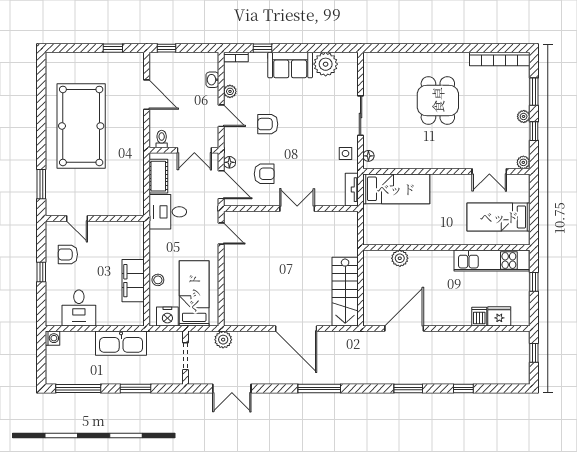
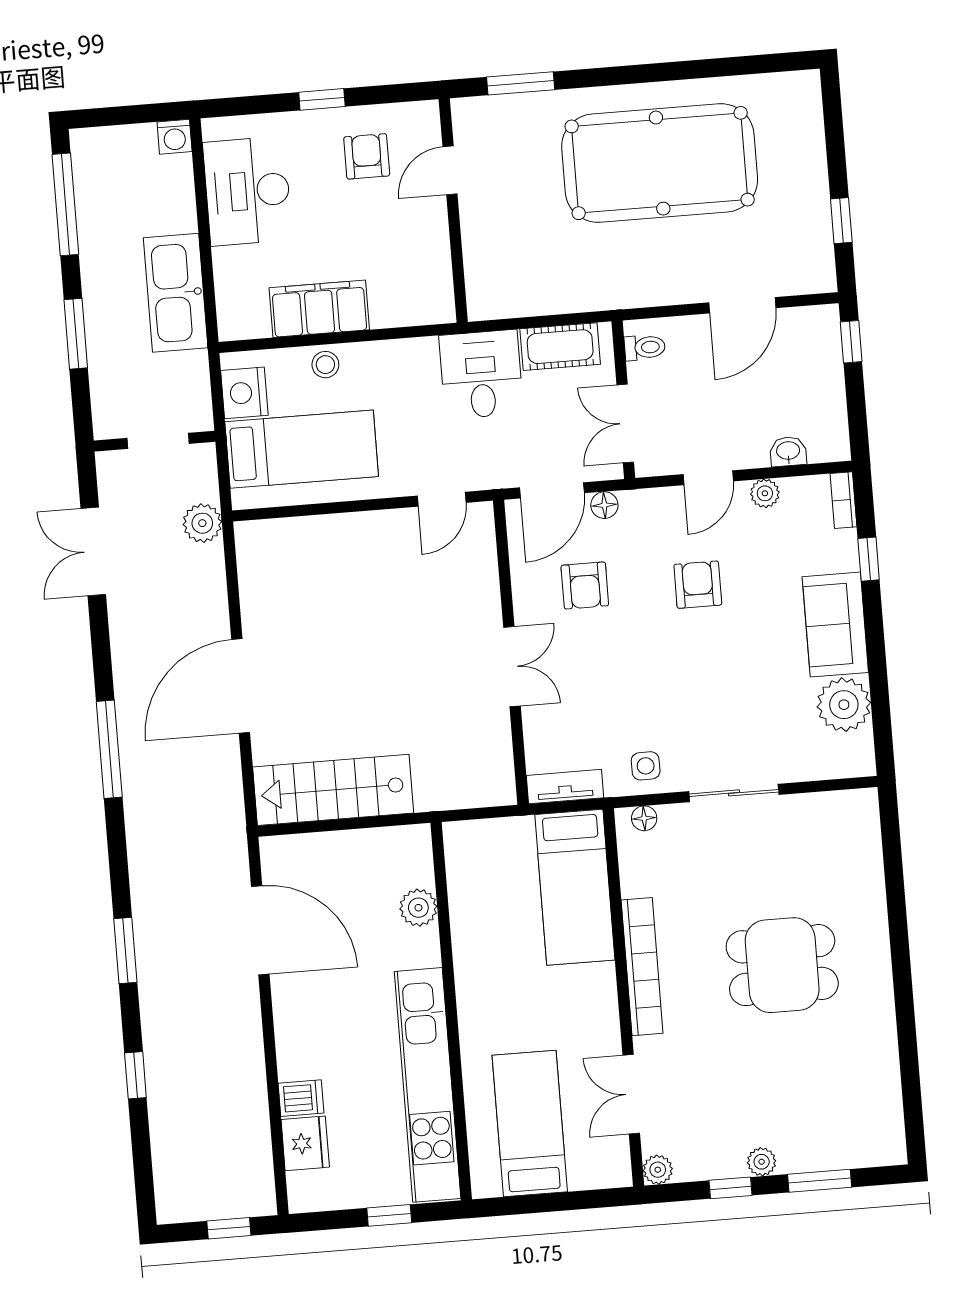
bookcase: (500, 59) -> (642, 967), moved, turned 180
kitchen unit: (492, 261) -> (428, 1085), width x1.36
desk: (79, 308) -> (248, 191), width x1.37

